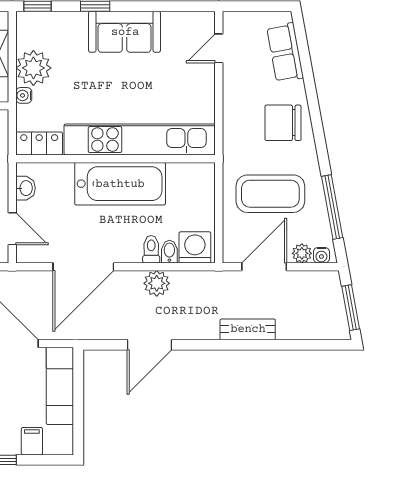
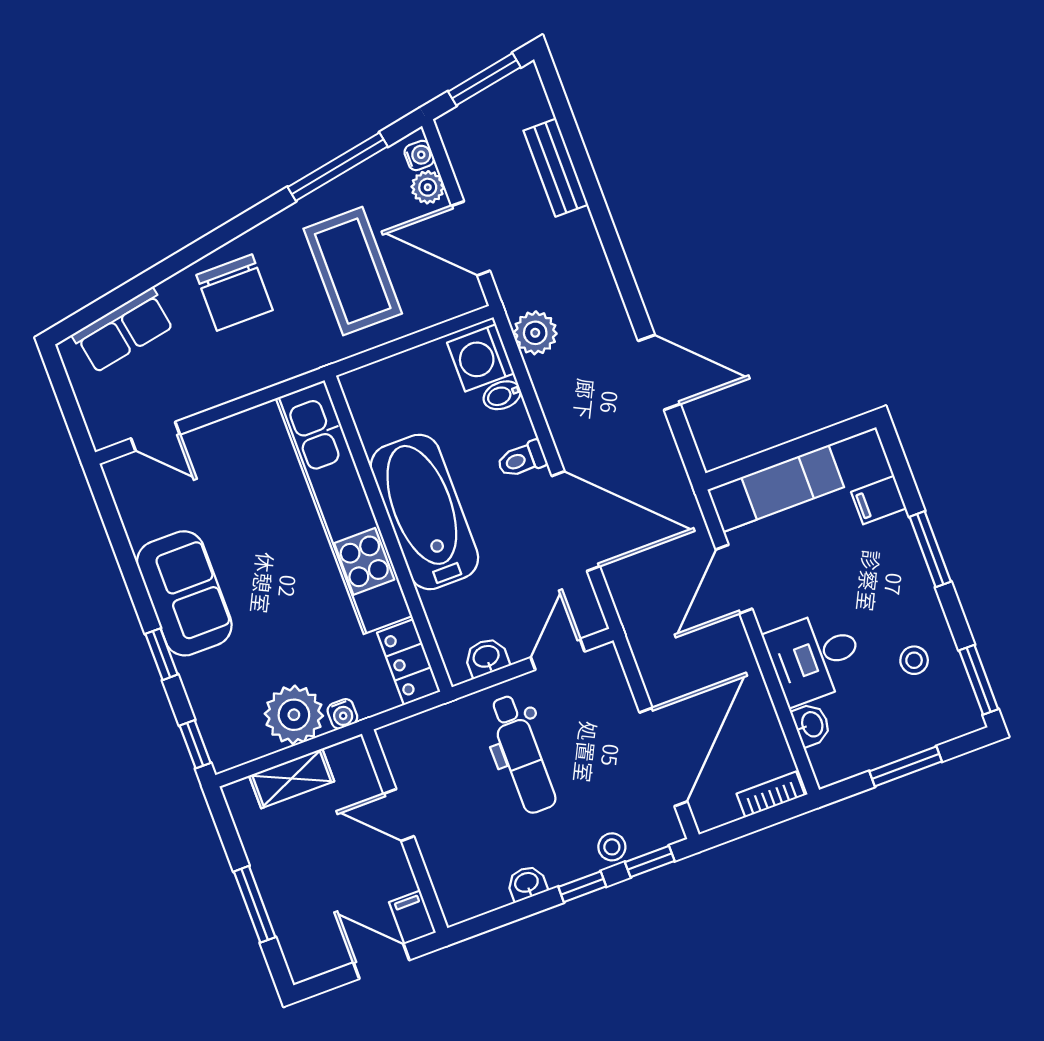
toilet: (151, 249) -> (522, 459), moved
plant: (157, 283) -> (535, 333), moved
bench: (248, 329) -> (556, 168), moved

